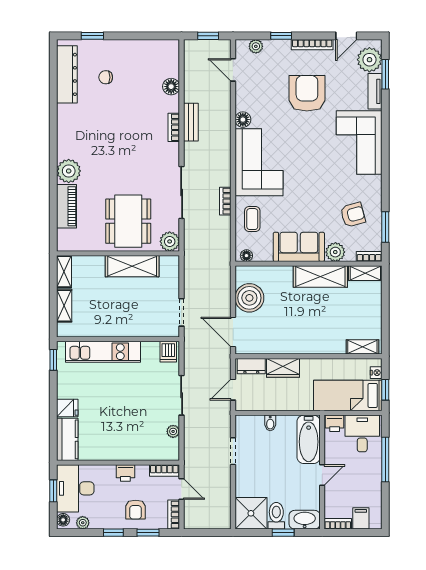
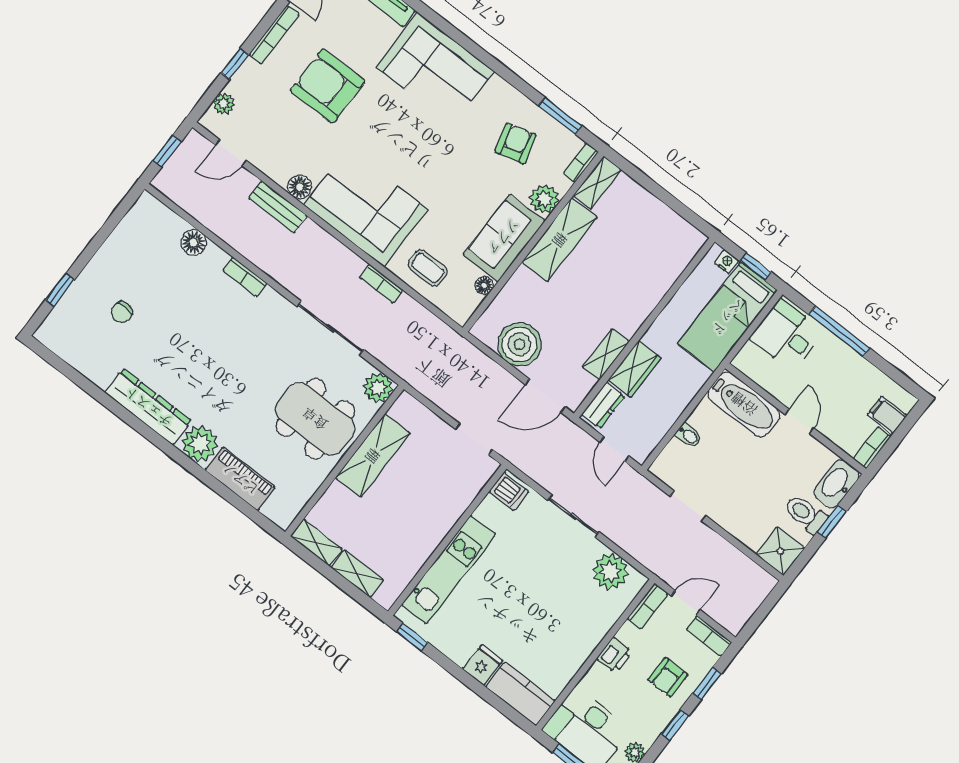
dresser: (67, 74) -> (148, 407), moved
bench: (191, 122) -> (278, 207), moved
floor lamp: (246, 256) -> (484, 285), moved
shelving: (362, 347) -> (606, 354), moved
printer: (335, 423) -> (749, 358), removed
plant: (173, 431) -> (610, 572), width x1.88, depth x1.88
armchair: (136, 510) -> (668, 677), turned 90
shower: (251, 513) -> (780, 551), width x0.73, depth x0.73

